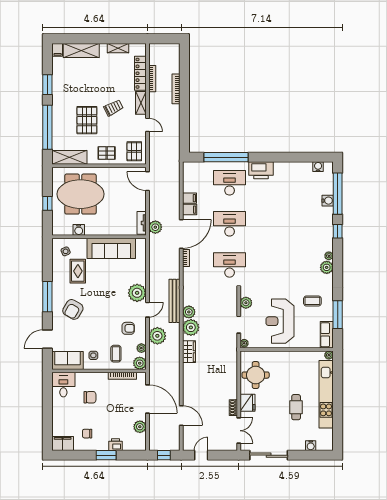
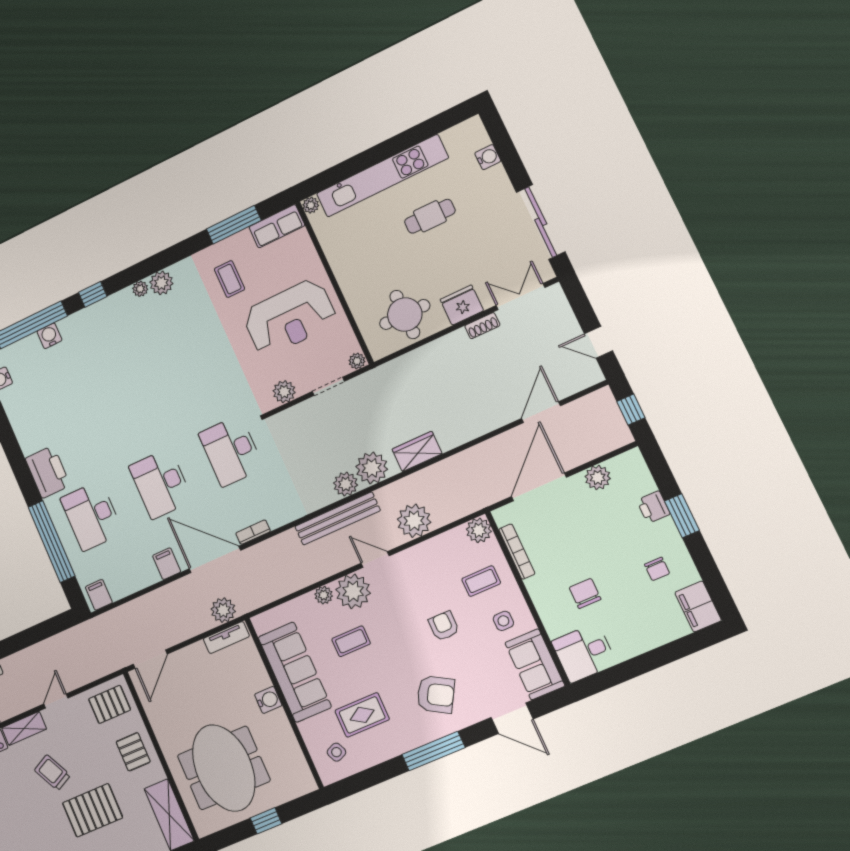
filing cabinet: (190, 198) -> (99, 595), moved
water cooler: (79, 230) -> (268, 700), moved
coffee table: (114, 281) -> (351, 641), added
armchair: (128, 328) -> (444, 626), moved
plant: (141, 348) -> (324, 595), moved

